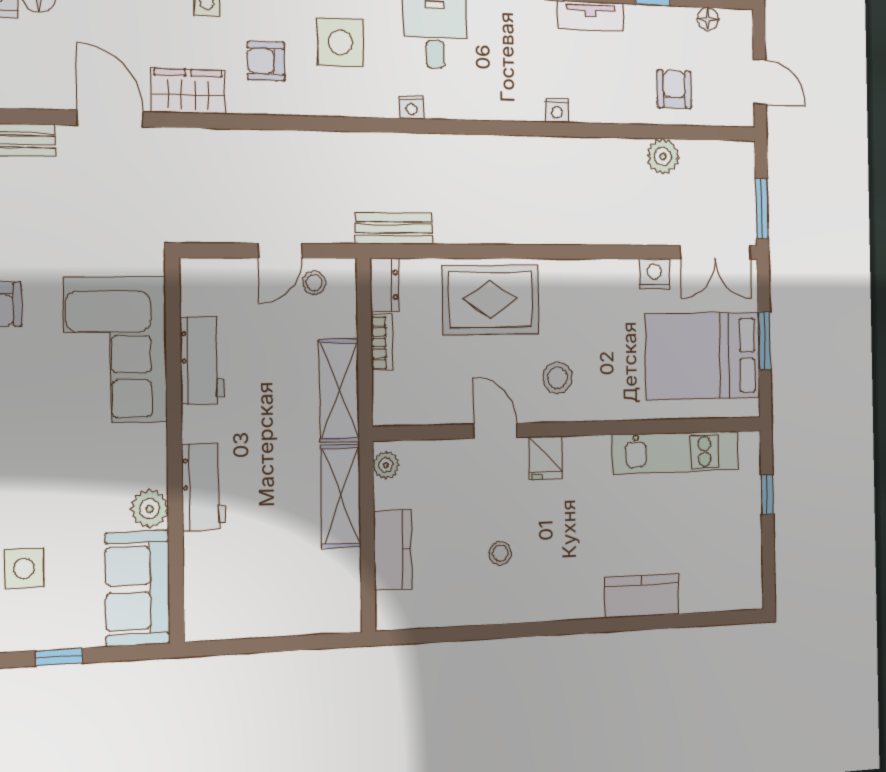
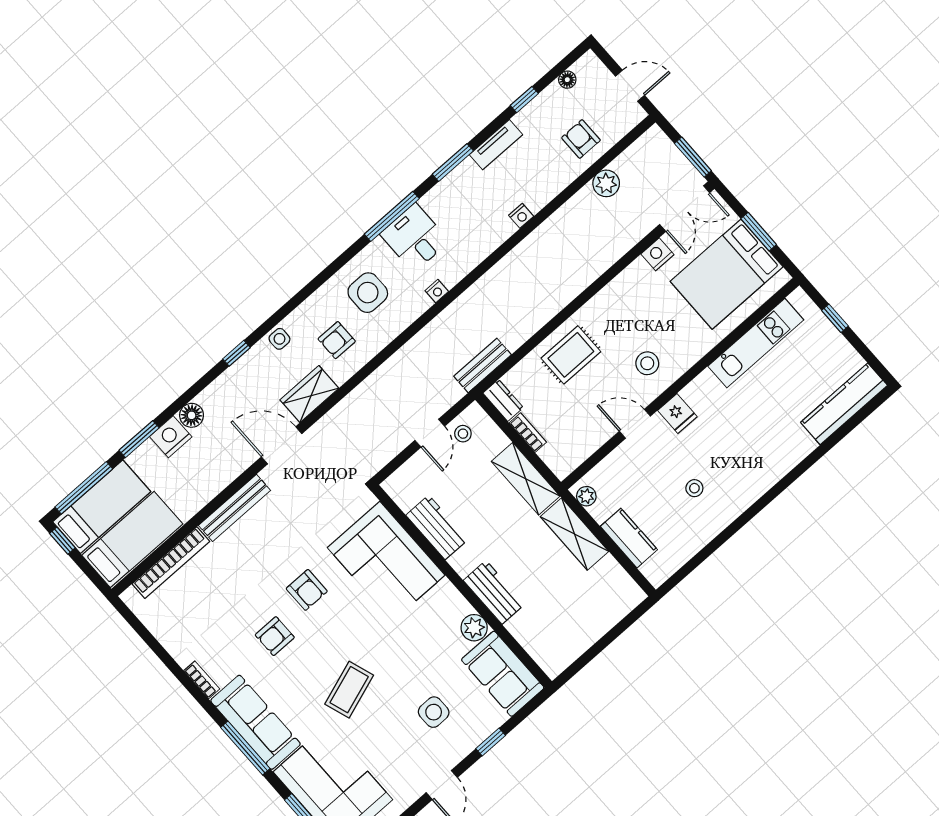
rug: (491, 300) -> (571, 355), width x0.73, depth x0.70
kitchen counter: (642, 596) -> (844, 404), moved, width x1.50

